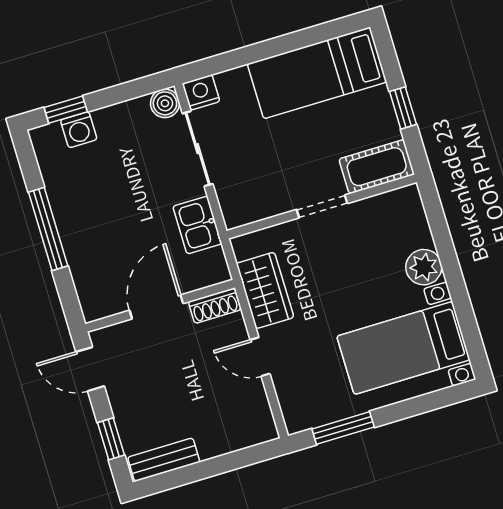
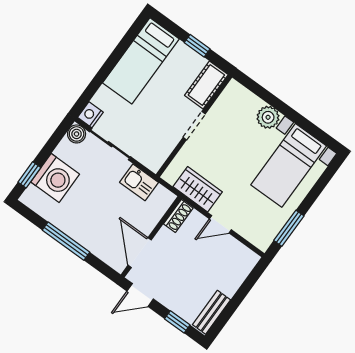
washing machine: (79, 130) -> (55, 178), width x1.89, depth x1.89
door: (156, 307) -> (140, 253), moved

